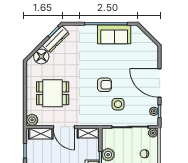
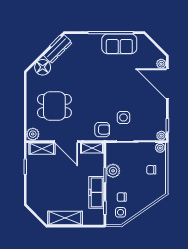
plant: (154, 53) -> (161, 64), added
door: (160, 83) -> (167, 84), moved
armchair: (104, 85) -> (102, 130), moved
plant: (154, 111) -> (161, 136), moved

